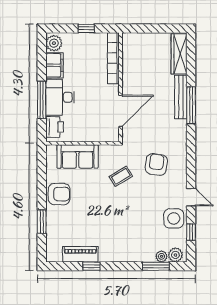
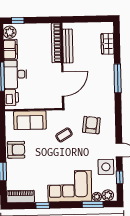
window: (86, 28) -> (18, 21), moved
wardrobe: (179, 54) -> (107, 44), width x0.67
bench: (181, 97) -> (68, 46), moved
corner sofa: (127, 242) -> (70, 186), added
piano: (80, 254) -> (21, 197), moved

